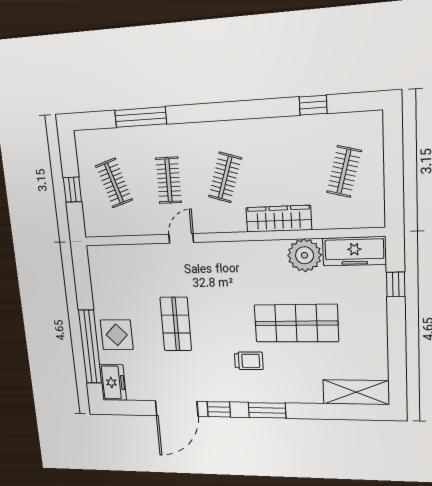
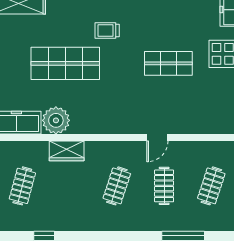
clothes rail: (114, 183) -> (211, 186), turned 36
wardrobe: (279, 219) -> (67, 151), width x0.67
shop shelf: (176, 324) -> (168, 63), turned 90

